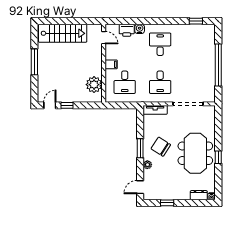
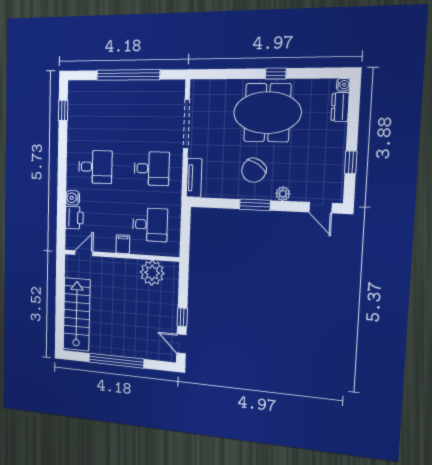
desk: (160, 44) -> (95, 167), turned 180
window: (34, 62) -> (116, 361), width x1.46

